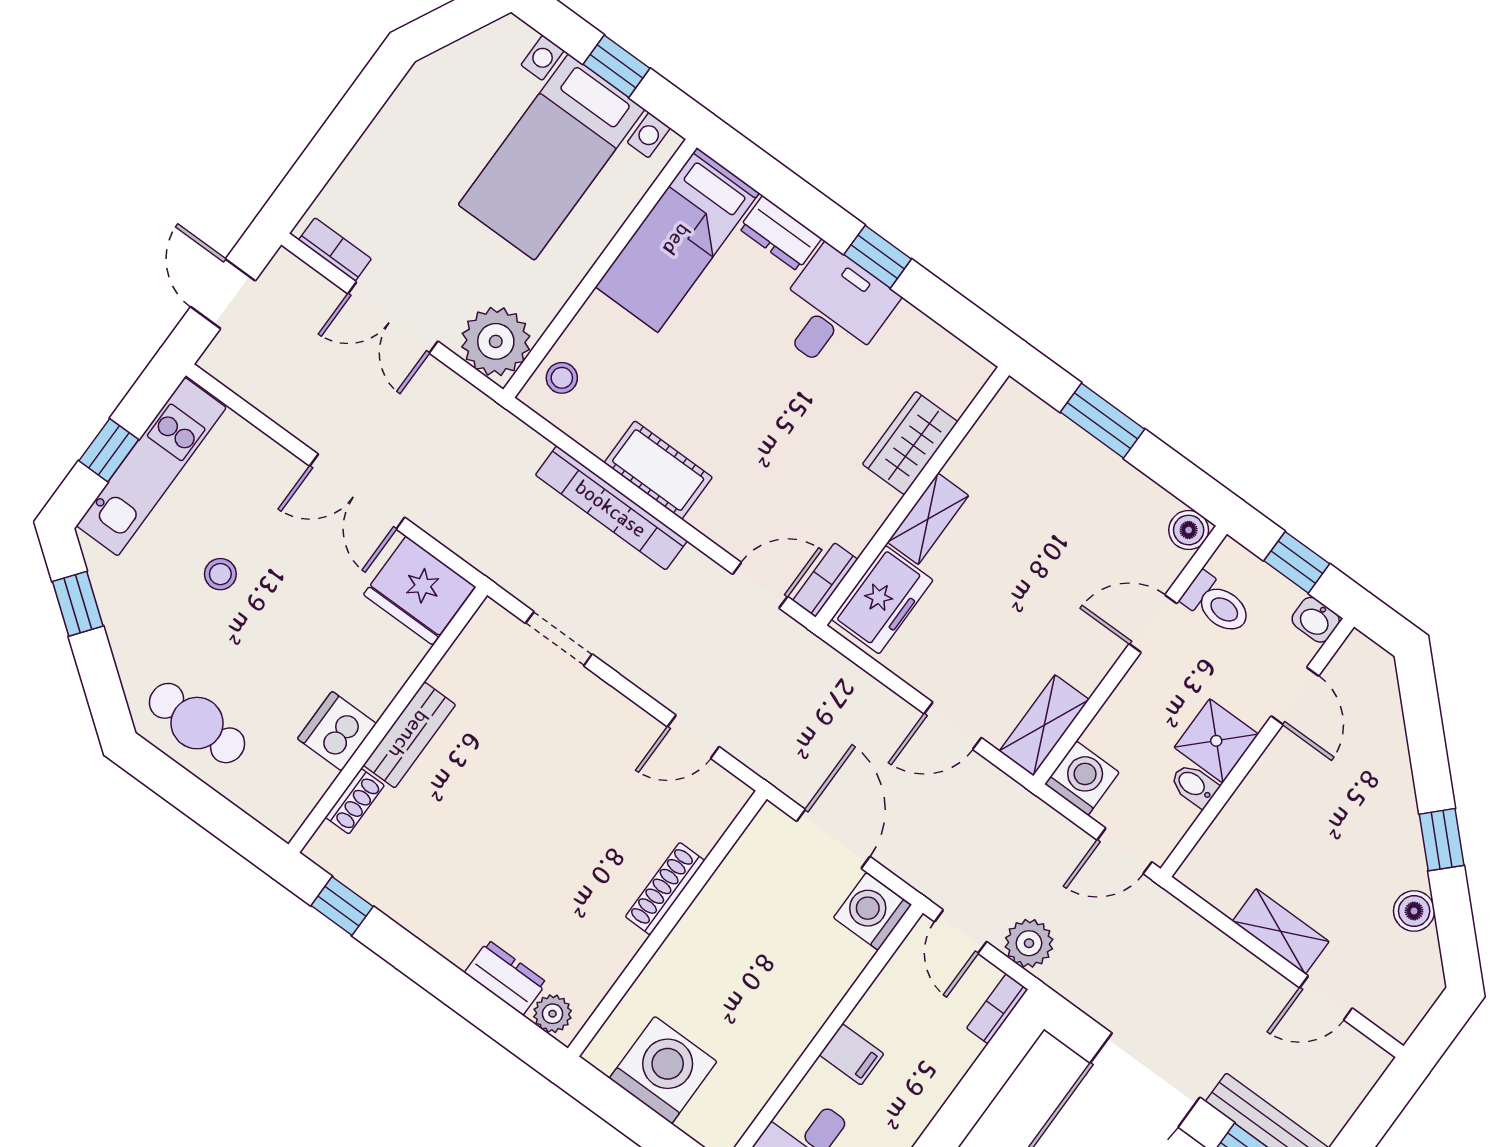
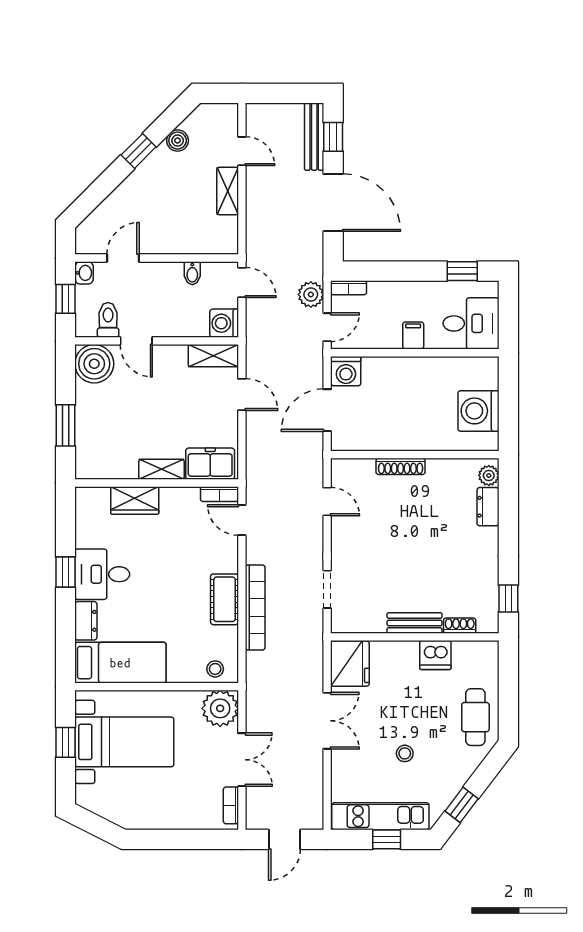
boiler: (1189, 530) -> (94, 364), width x1.86, depth x1.86
shower: (1216, 741) -> (166, 278), removed

